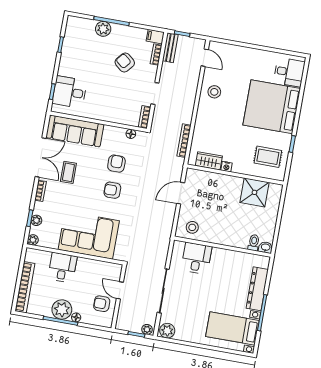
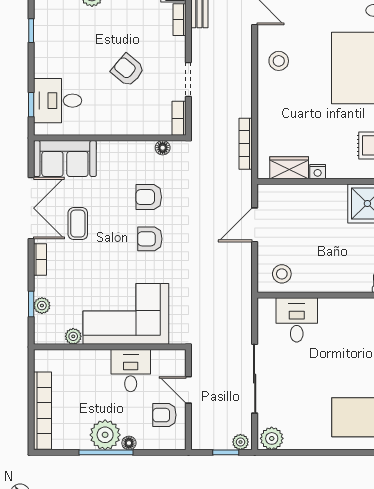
armchair: (125, 63) -> (128, 70), moved
sofa: (75, 131) -> (65, 159), width x0.73
armchair: (116, 164) -> (149, 197), turned -90
plant: (33, 240) -> (73, 336), moved
desk: (62, 268) -> (131, 371), moved

